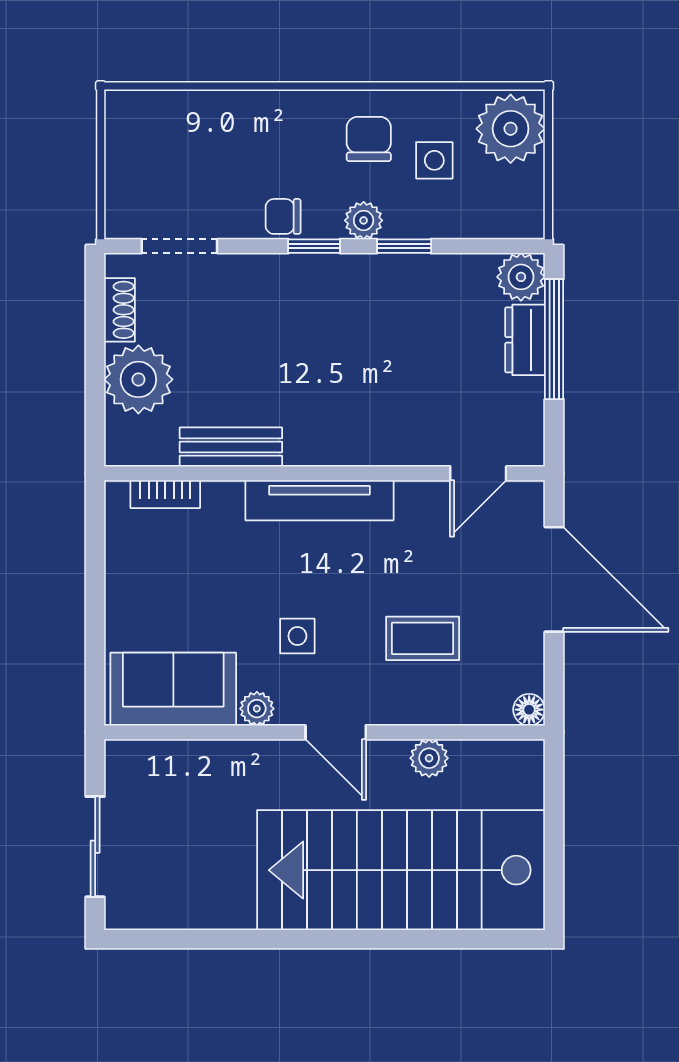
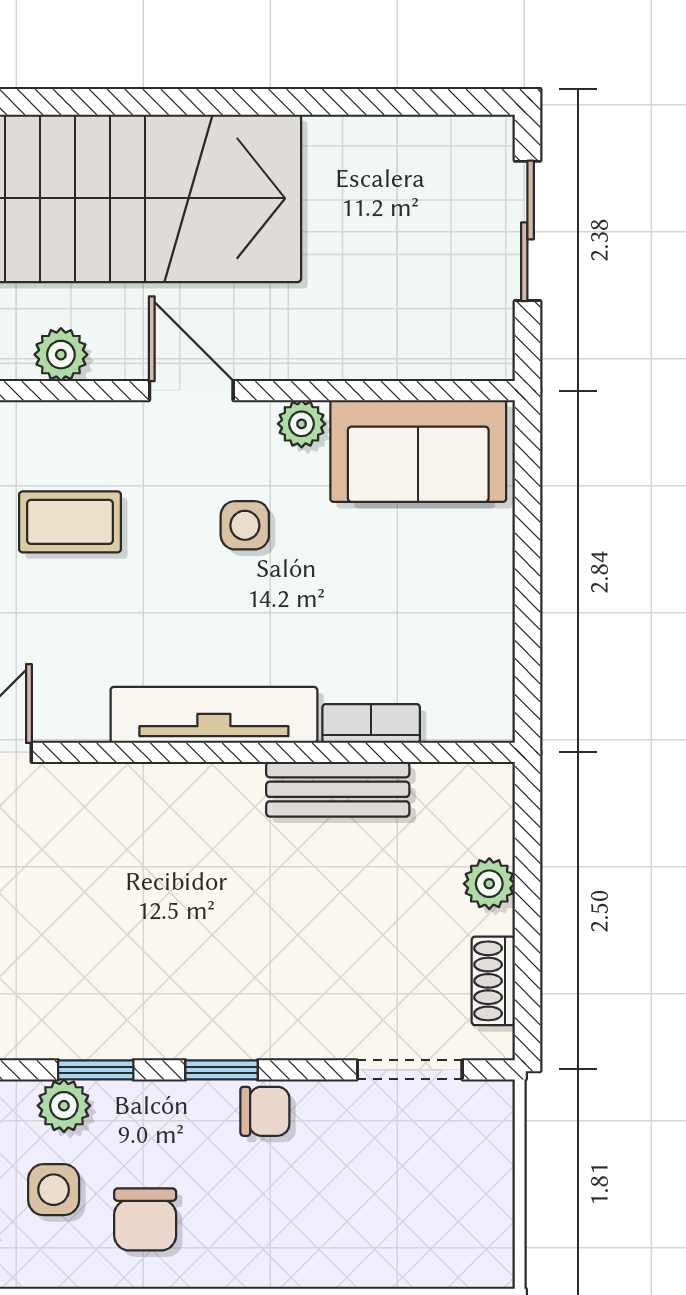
plant: (364, 220) -> (64, 1106), moved
plant: (138, 379) -> (489, 884), width x0.53, depth x0.53
bookcase: (165, 494) -> (371, 723), moved

